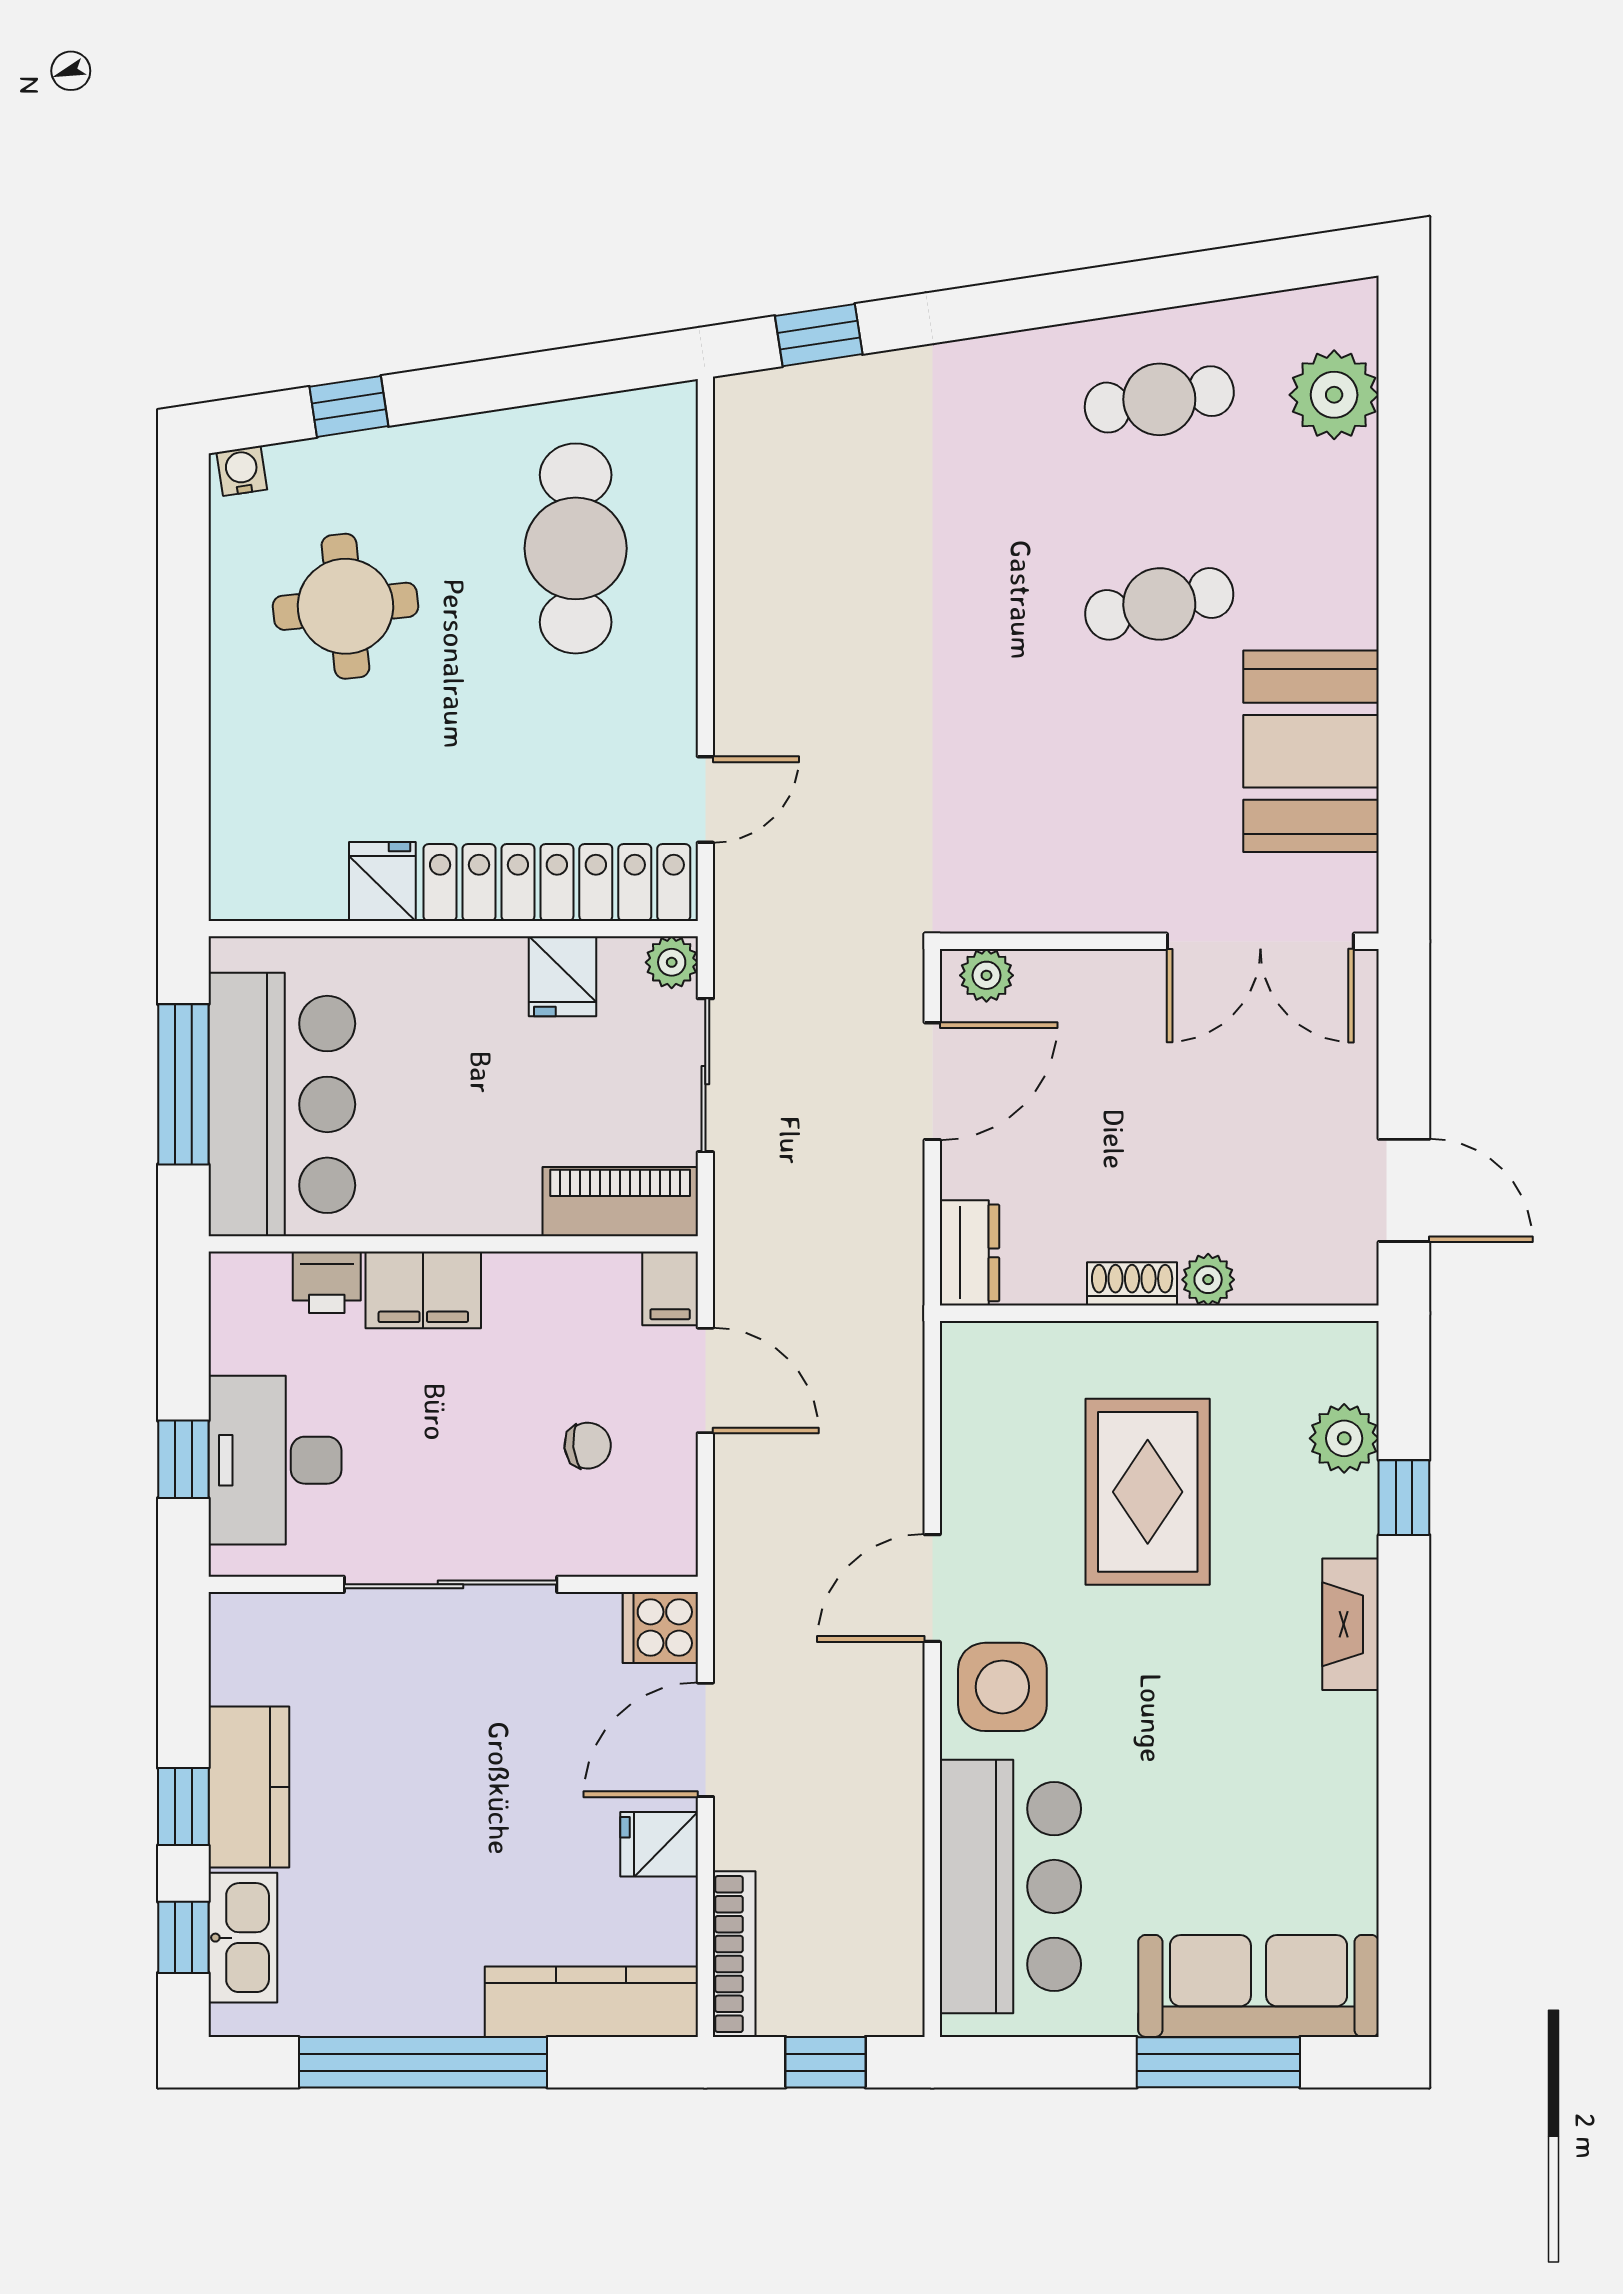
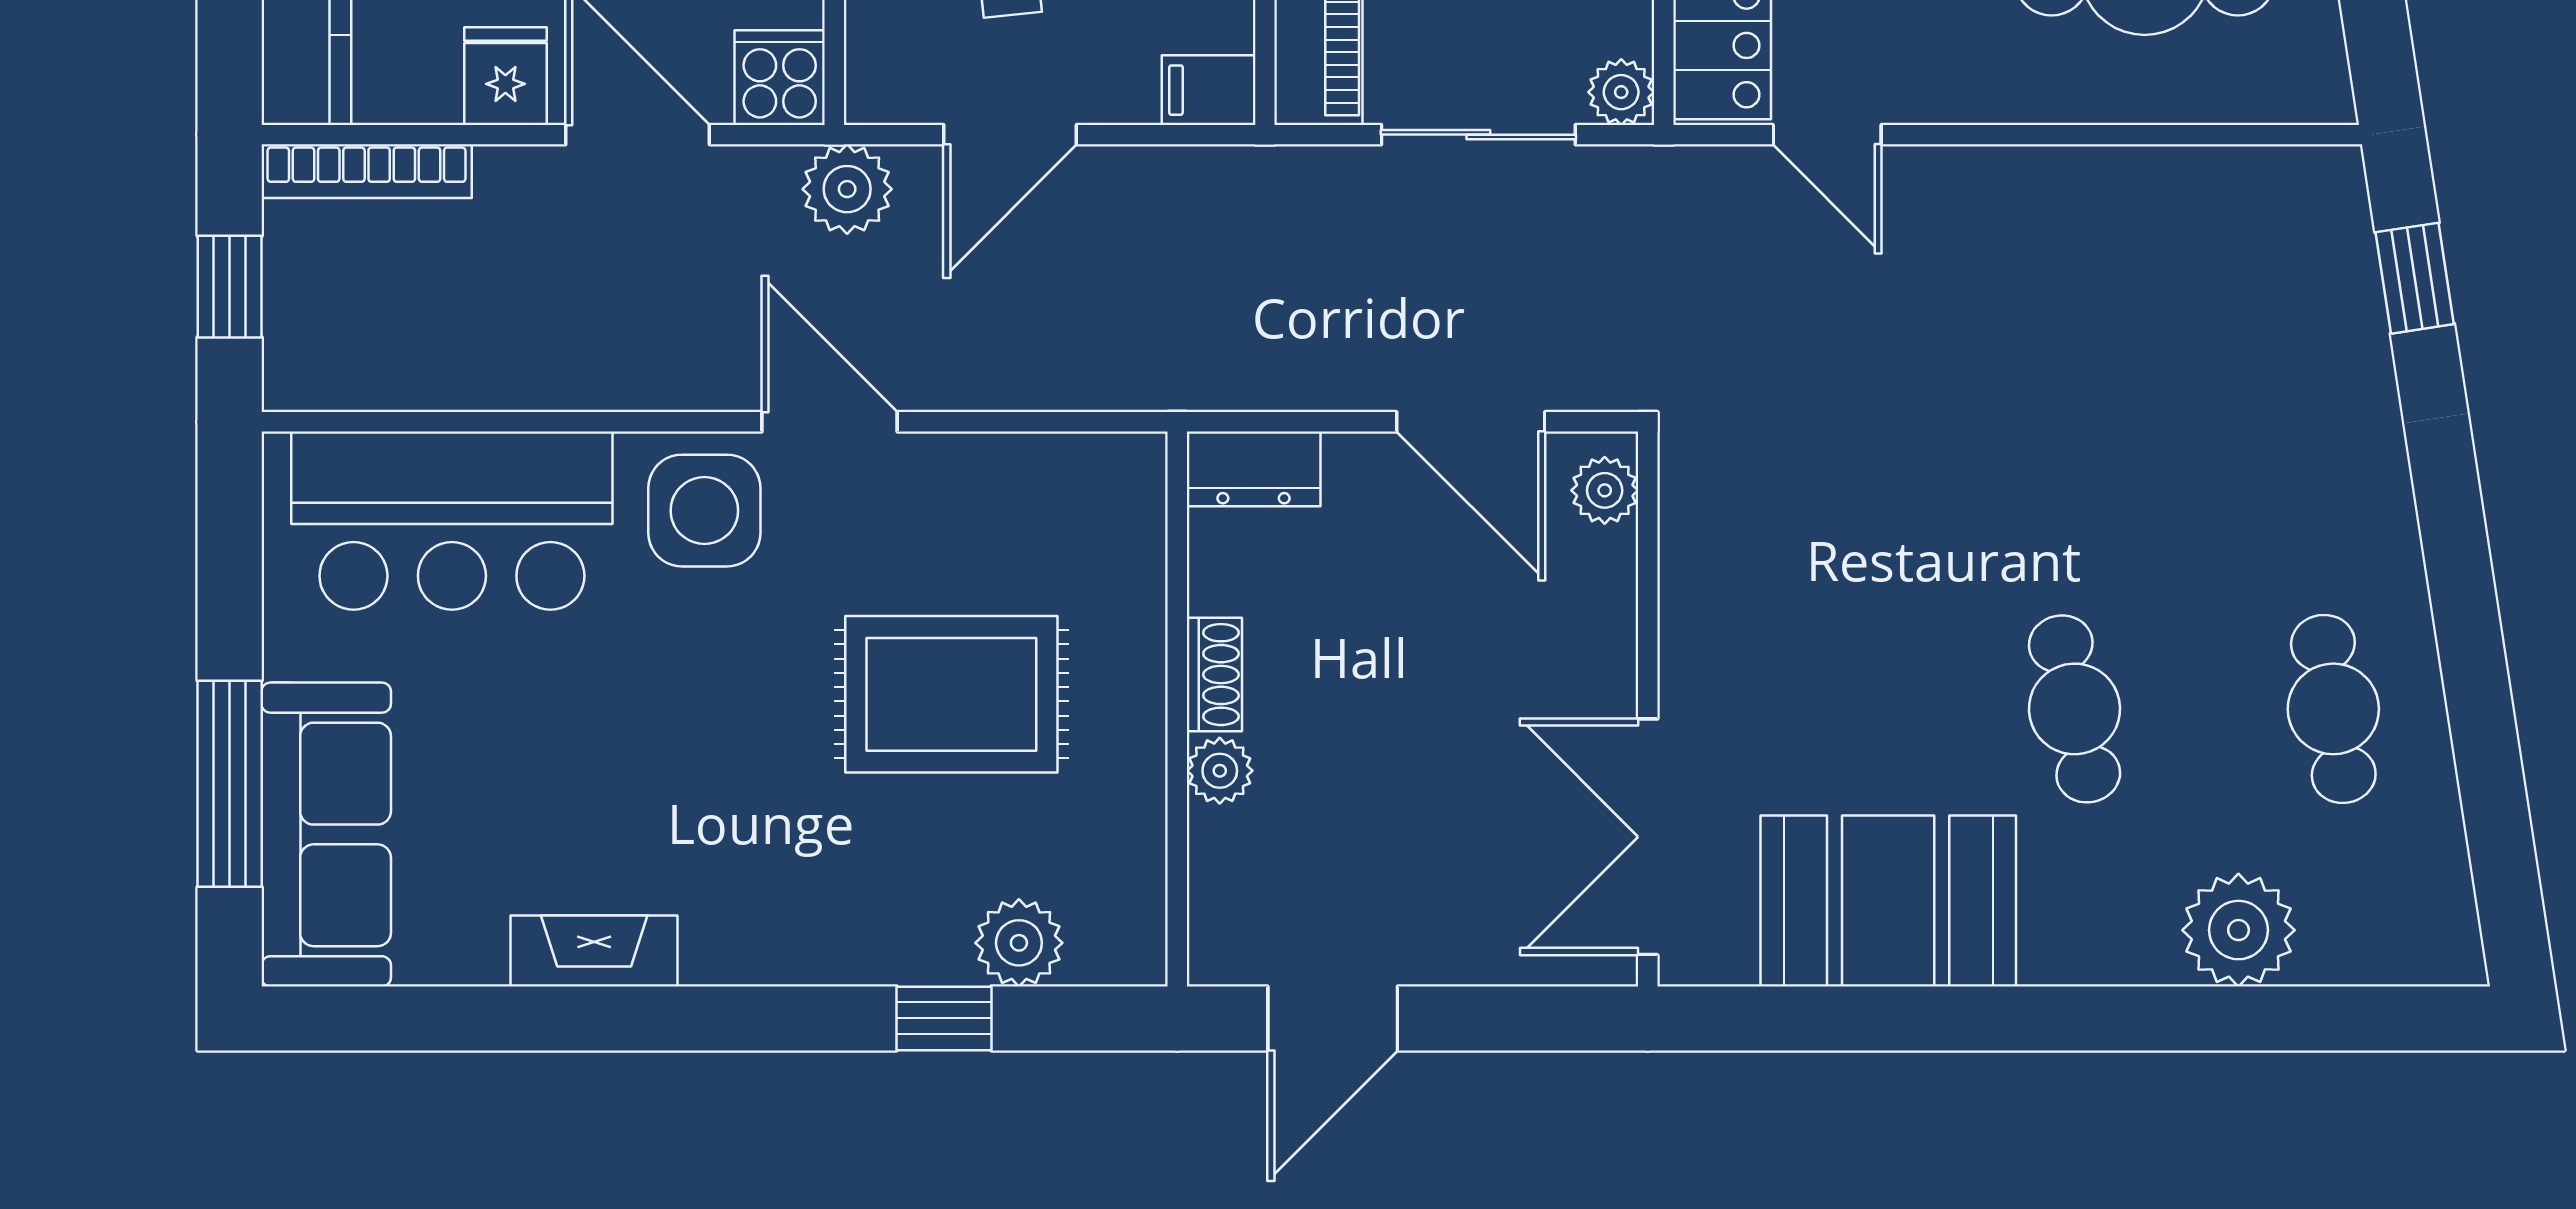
plant: (1334, 395) -> (2238, 930), moved
door: (705, 1380) -> (1010, 135), moved
plant: (748, 1574) -> (847, 189), added
fireplace: (1351, 1624) -> (594, 951), moved

